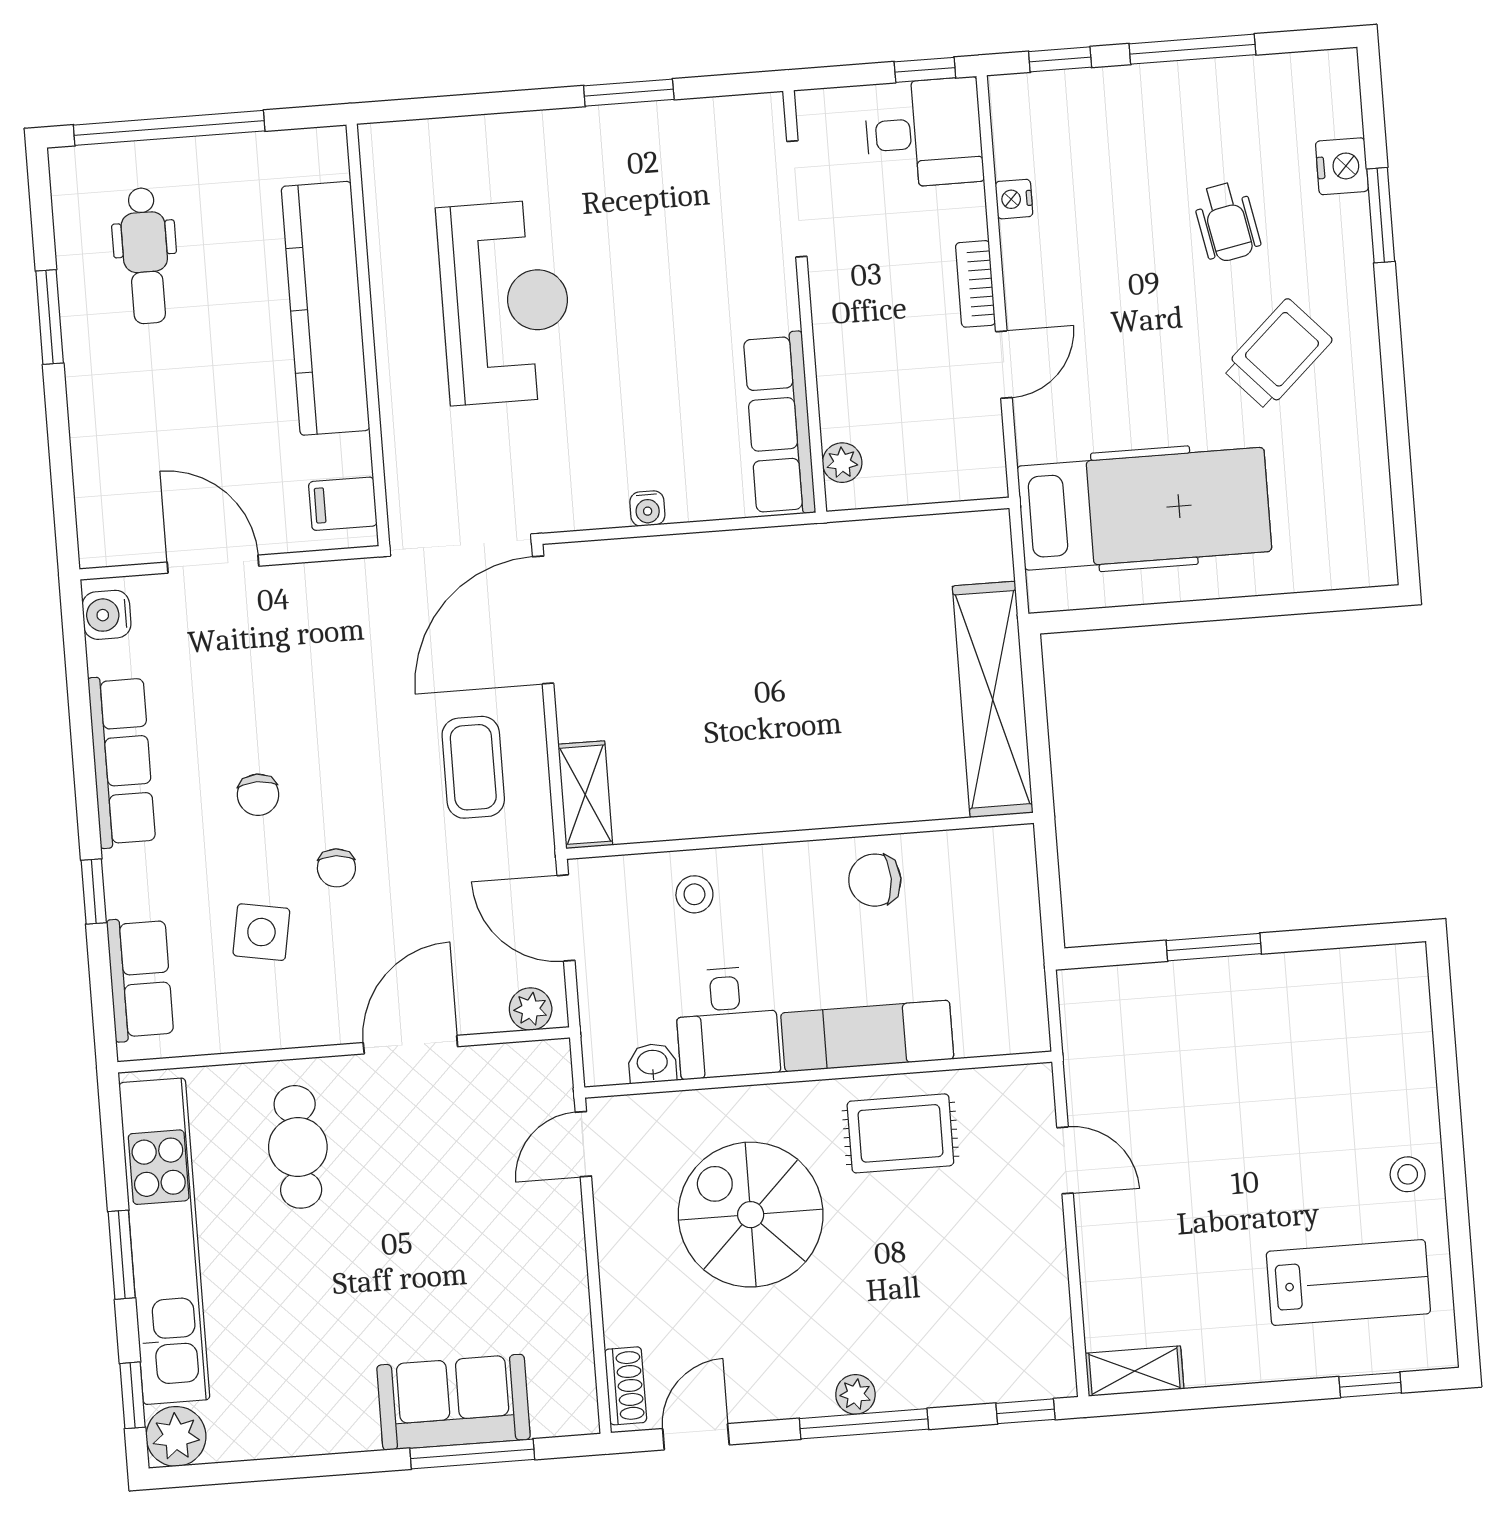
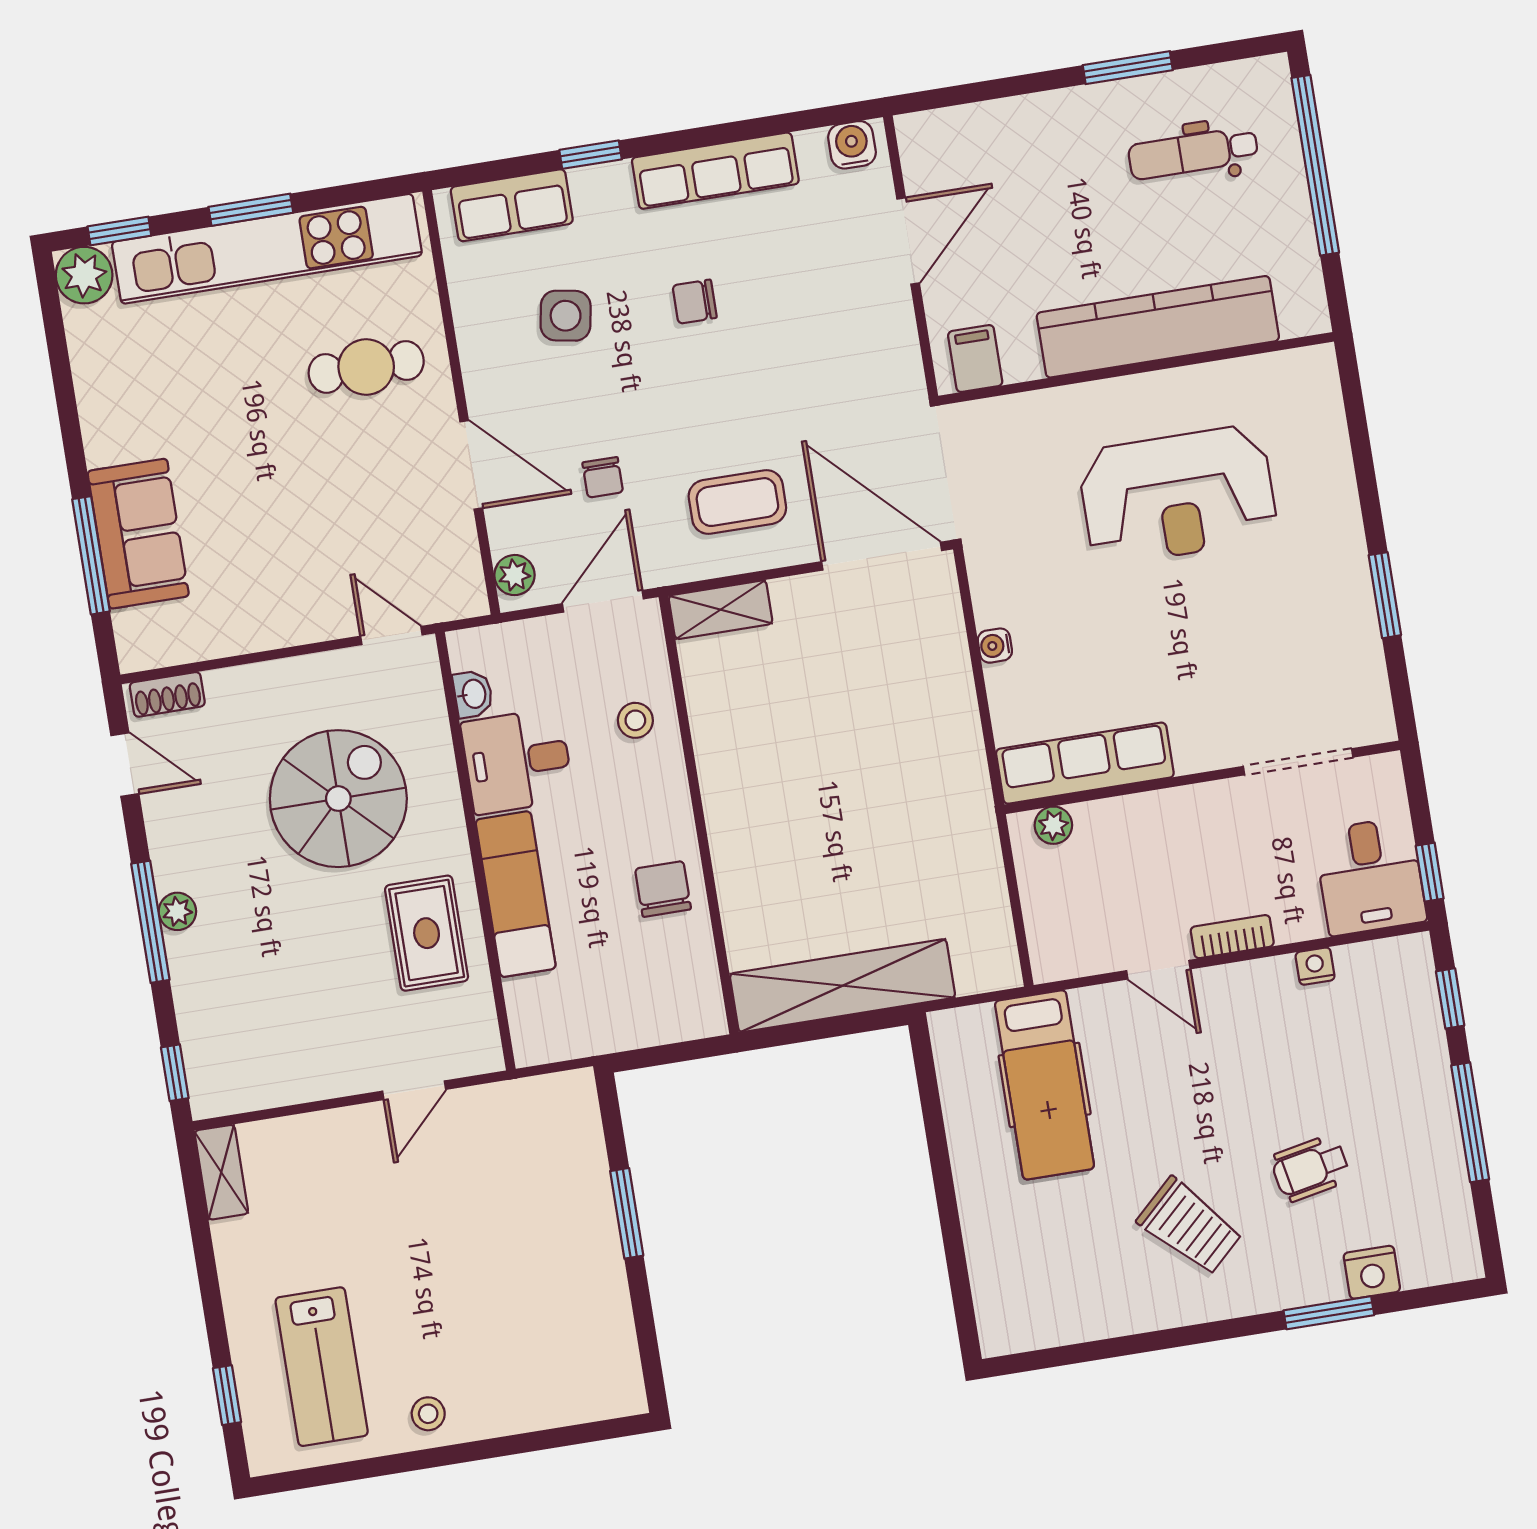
hospital bed: (1144, 509) -> (1045, 1085), width x0.73, depth x0.78
chair: (336, 868) -> (603, 477), moved, turned -93

